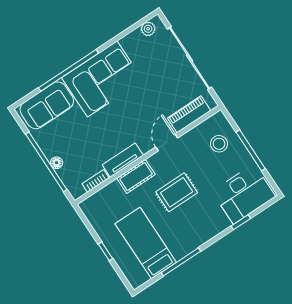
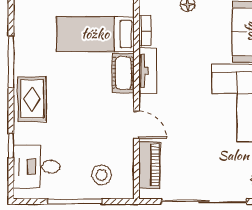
rug: (177, 192) -> (32, 99), moved
desk: (244, 194) -> (37, 167), width x0.73
bed: (146, 243) -> (95, 34), moved, turned 180

